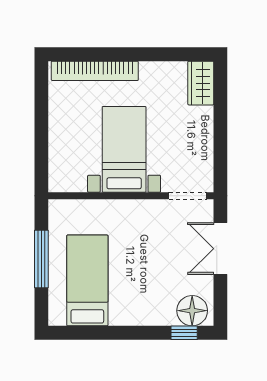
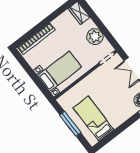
plant: (197, 143) -> (95, 37), added
bed with nightstands: (124, 149) -> (59, 71), moved, turned 90

